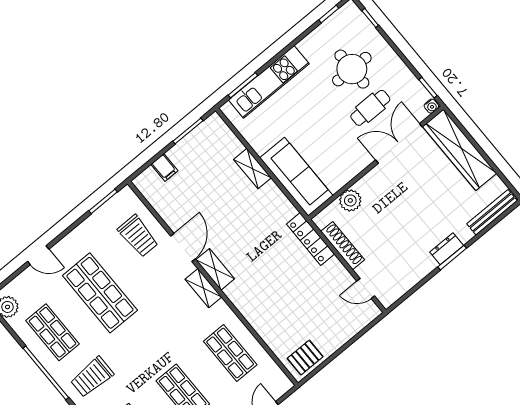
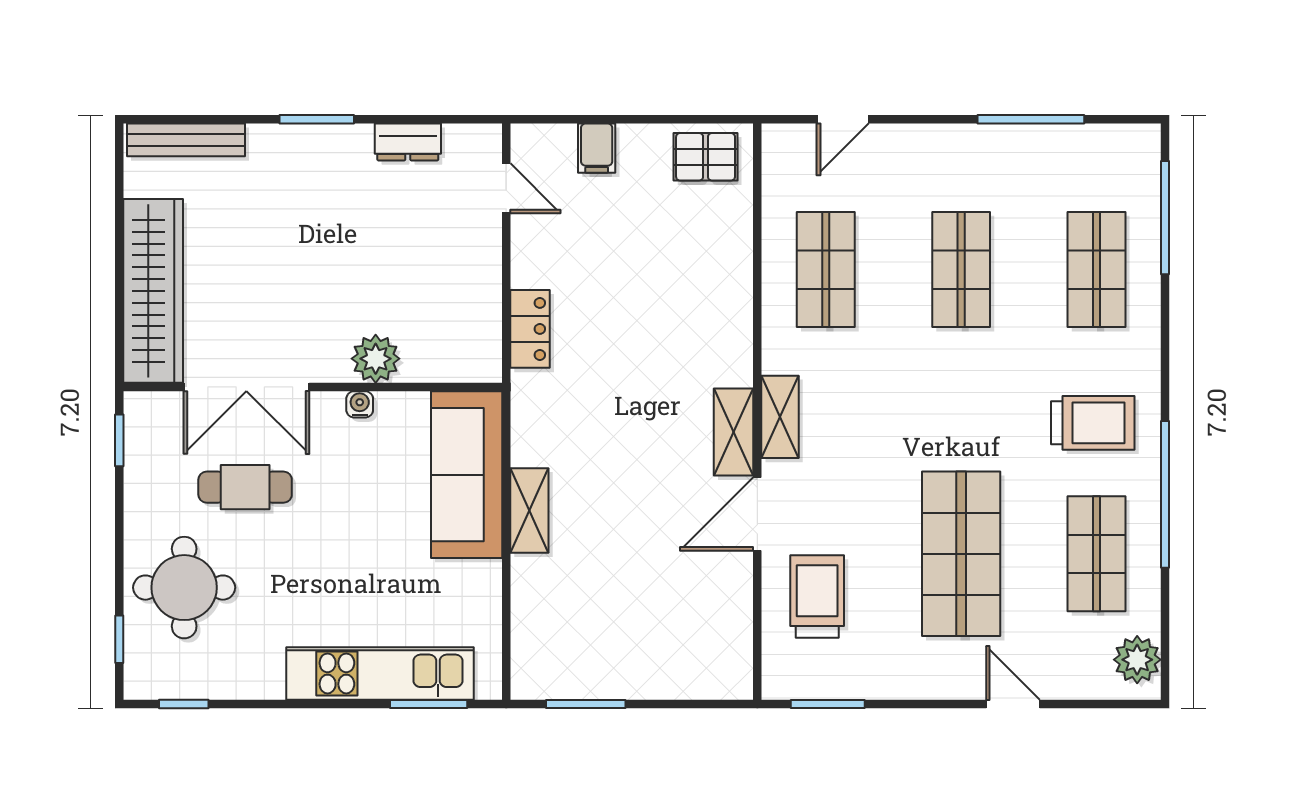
round table: (352, 69) -> (184, 588), moved
water cooler: (431, 106) -> (360, 404), moved
filing cabinet: (164, 167) -> (597, 148), moved, turned 180
shelving: (252, 169) -> (529, 510), moved
plant: (350, 200) -> (376, 359), moved
locker: (310, 239) -> (530, 329), width x0.66
shoe rack: (343, 246) -> (485, 293), removed
dresser: (447, 249) -> (408, 142), moved

